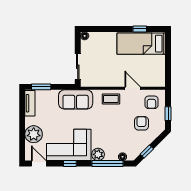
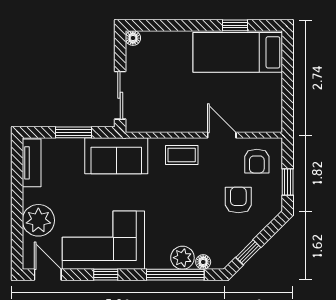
window: (41, 87) -> (74, 132), moved
plant: (98, 154) -> (182, 258), moved

